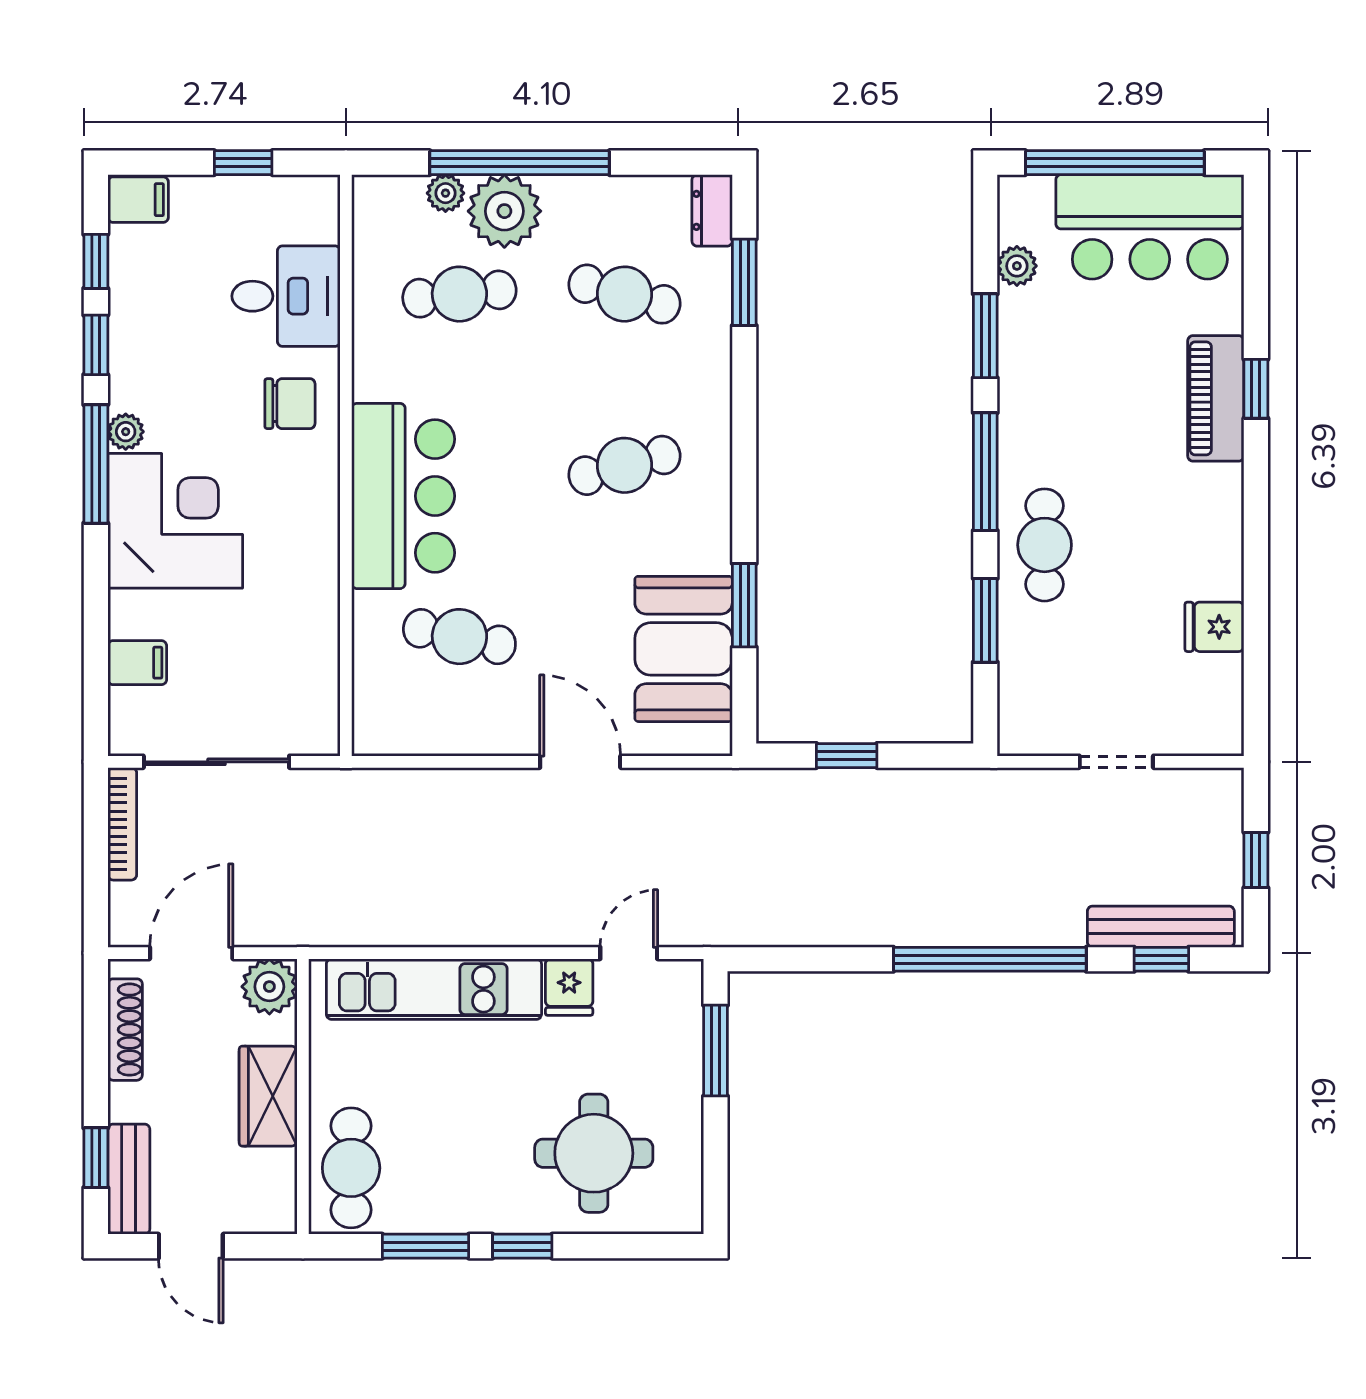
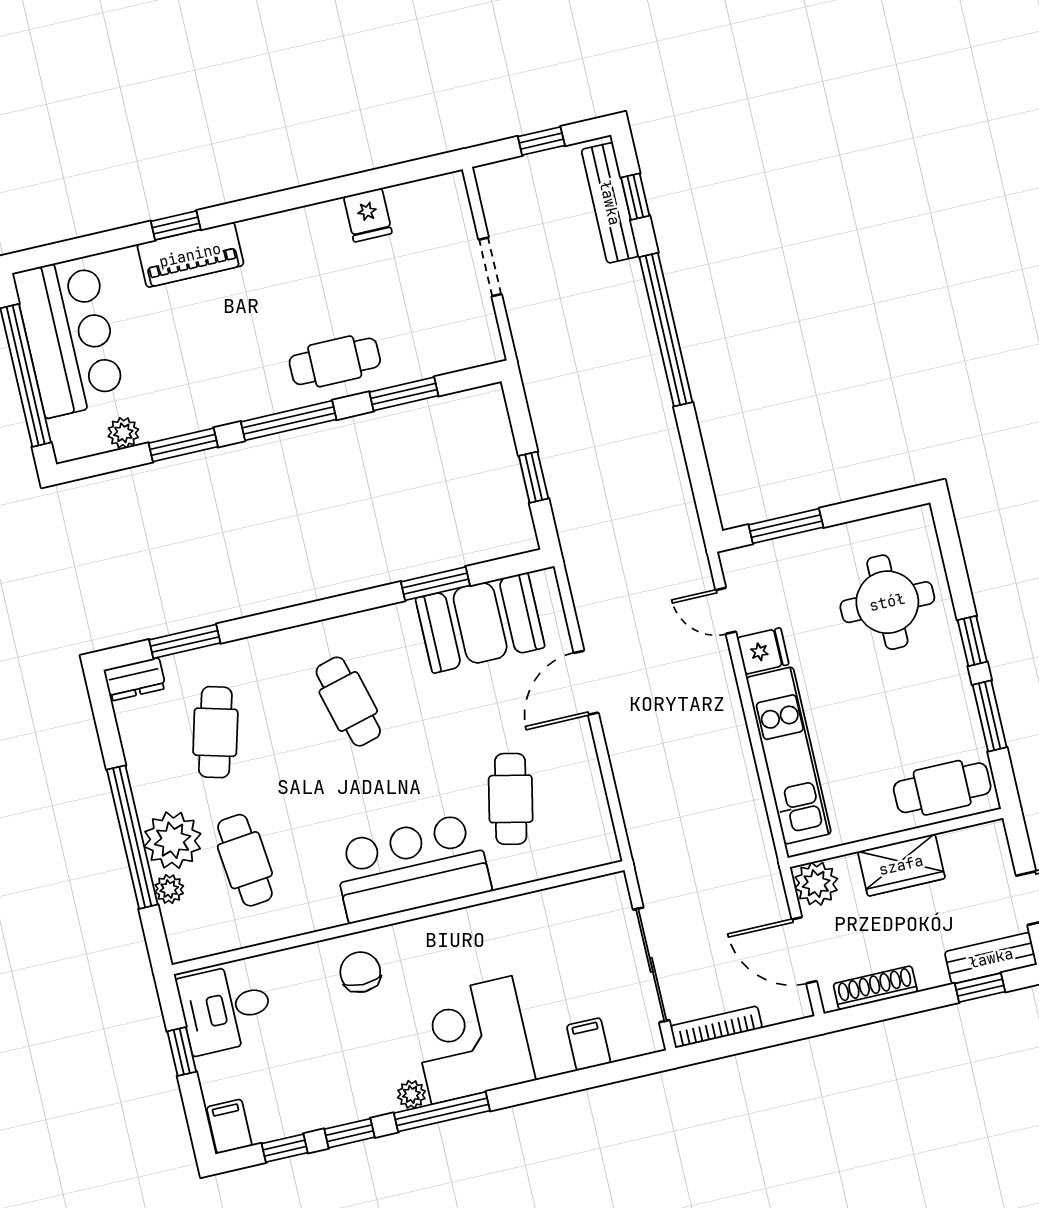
desk: (286, 296) -> (226, 1008), moved, turned -90

